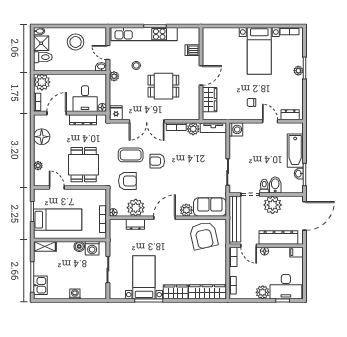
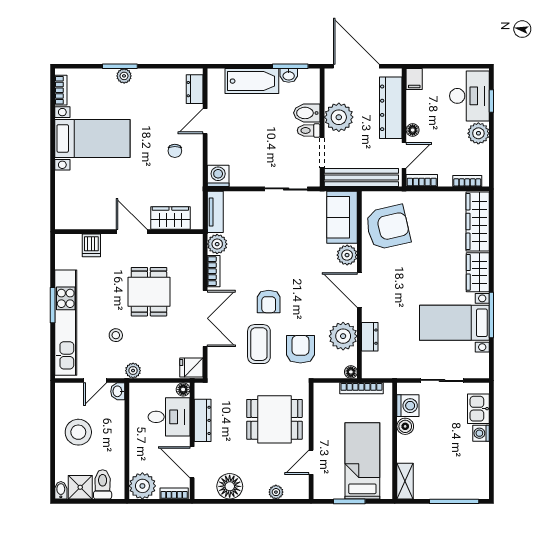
kitchen sink: (40, 285) -> (478, 409), moved, turned -90

